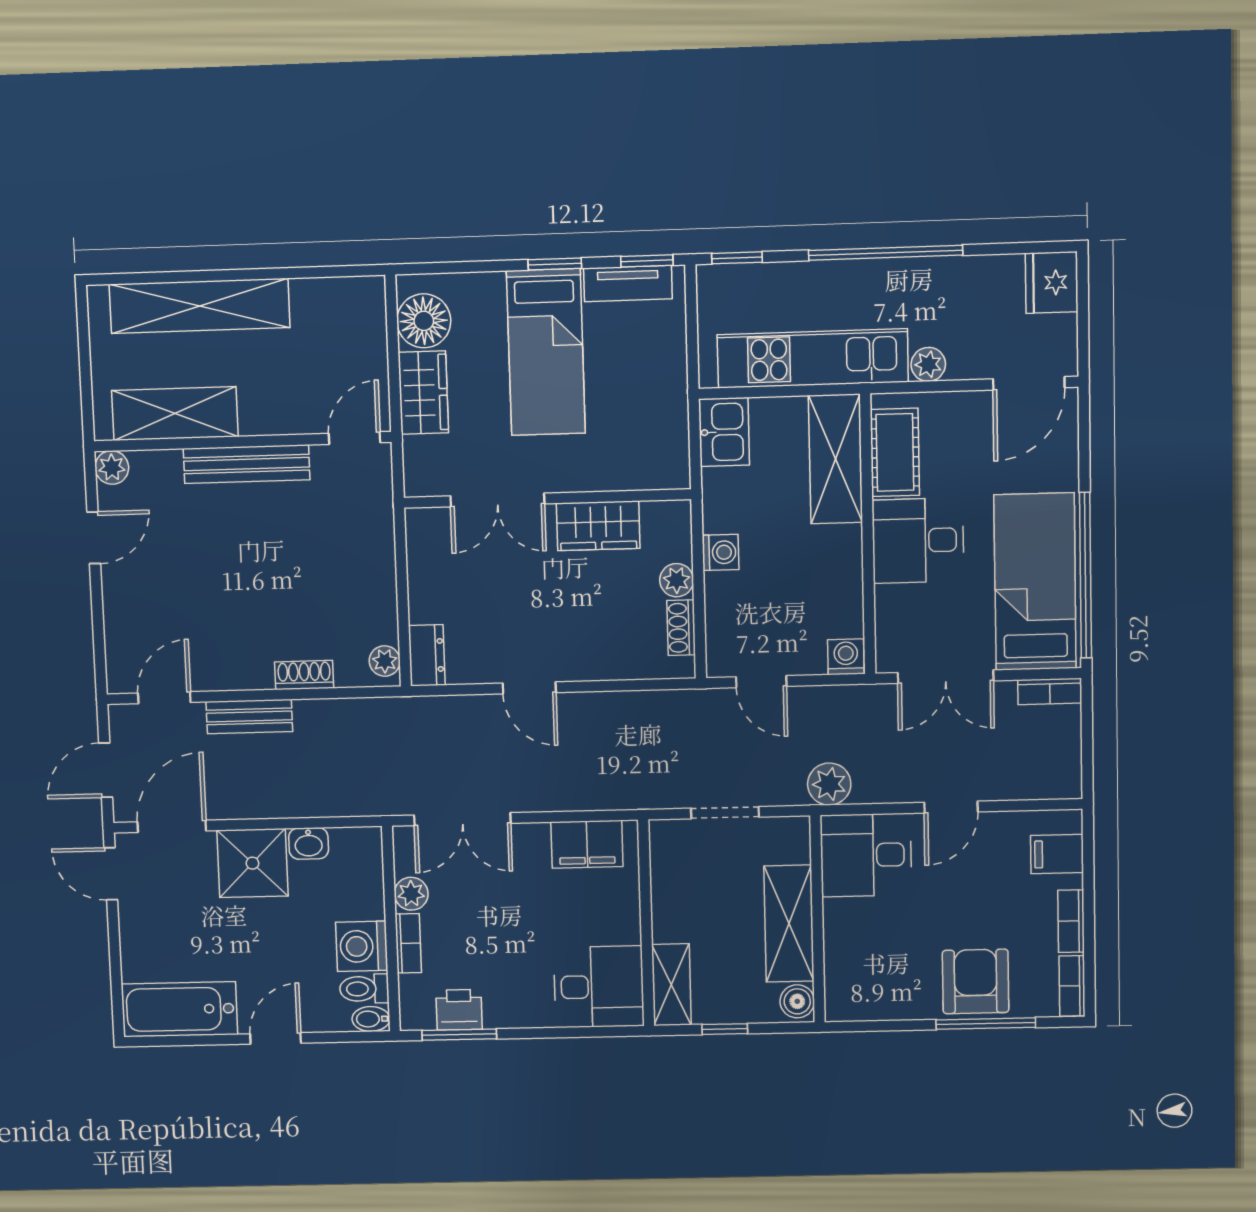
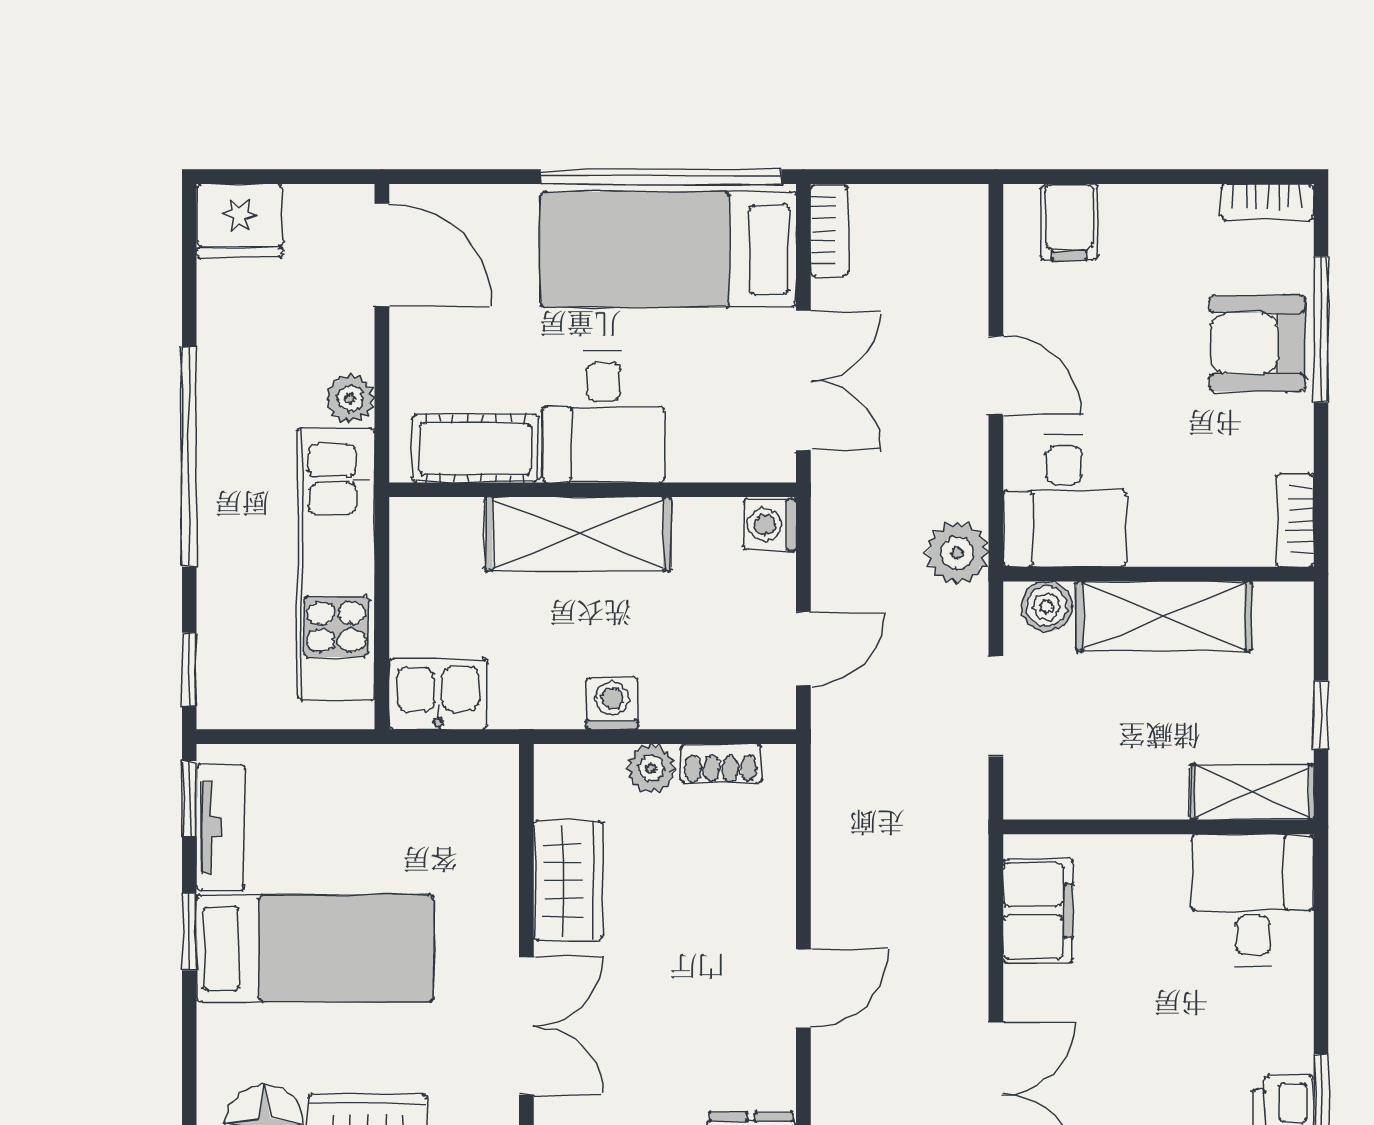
shelving: (835, 459) -> (578, 534), moved
bookcase: (1071, 921) -> (1295, 520), moved, turned 90
boiler: (797, 1001) -> (1047, 606), moved

